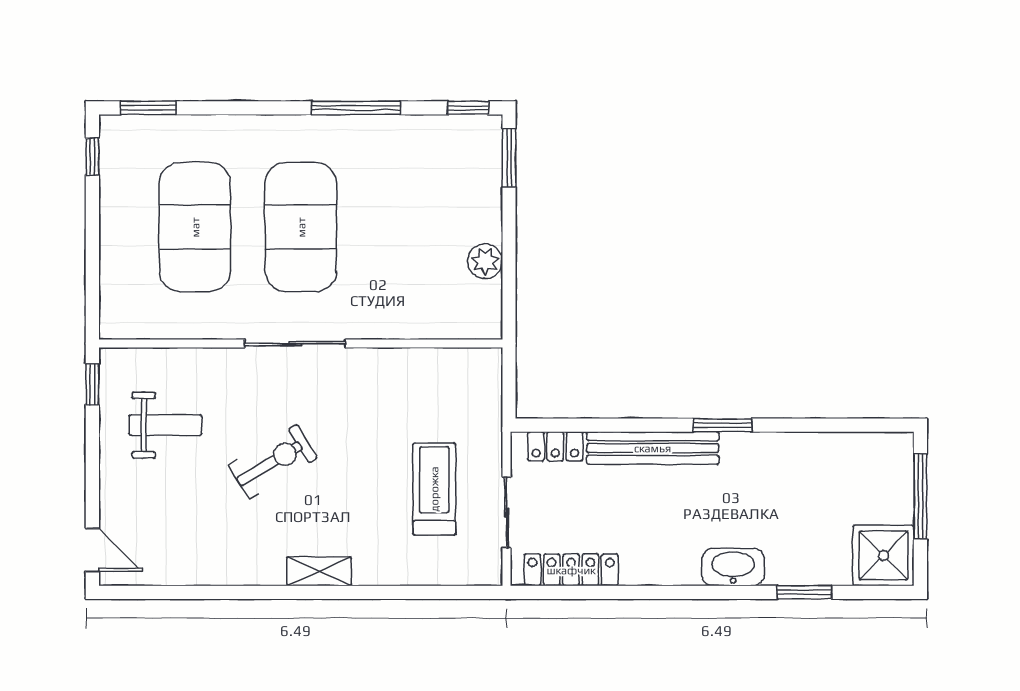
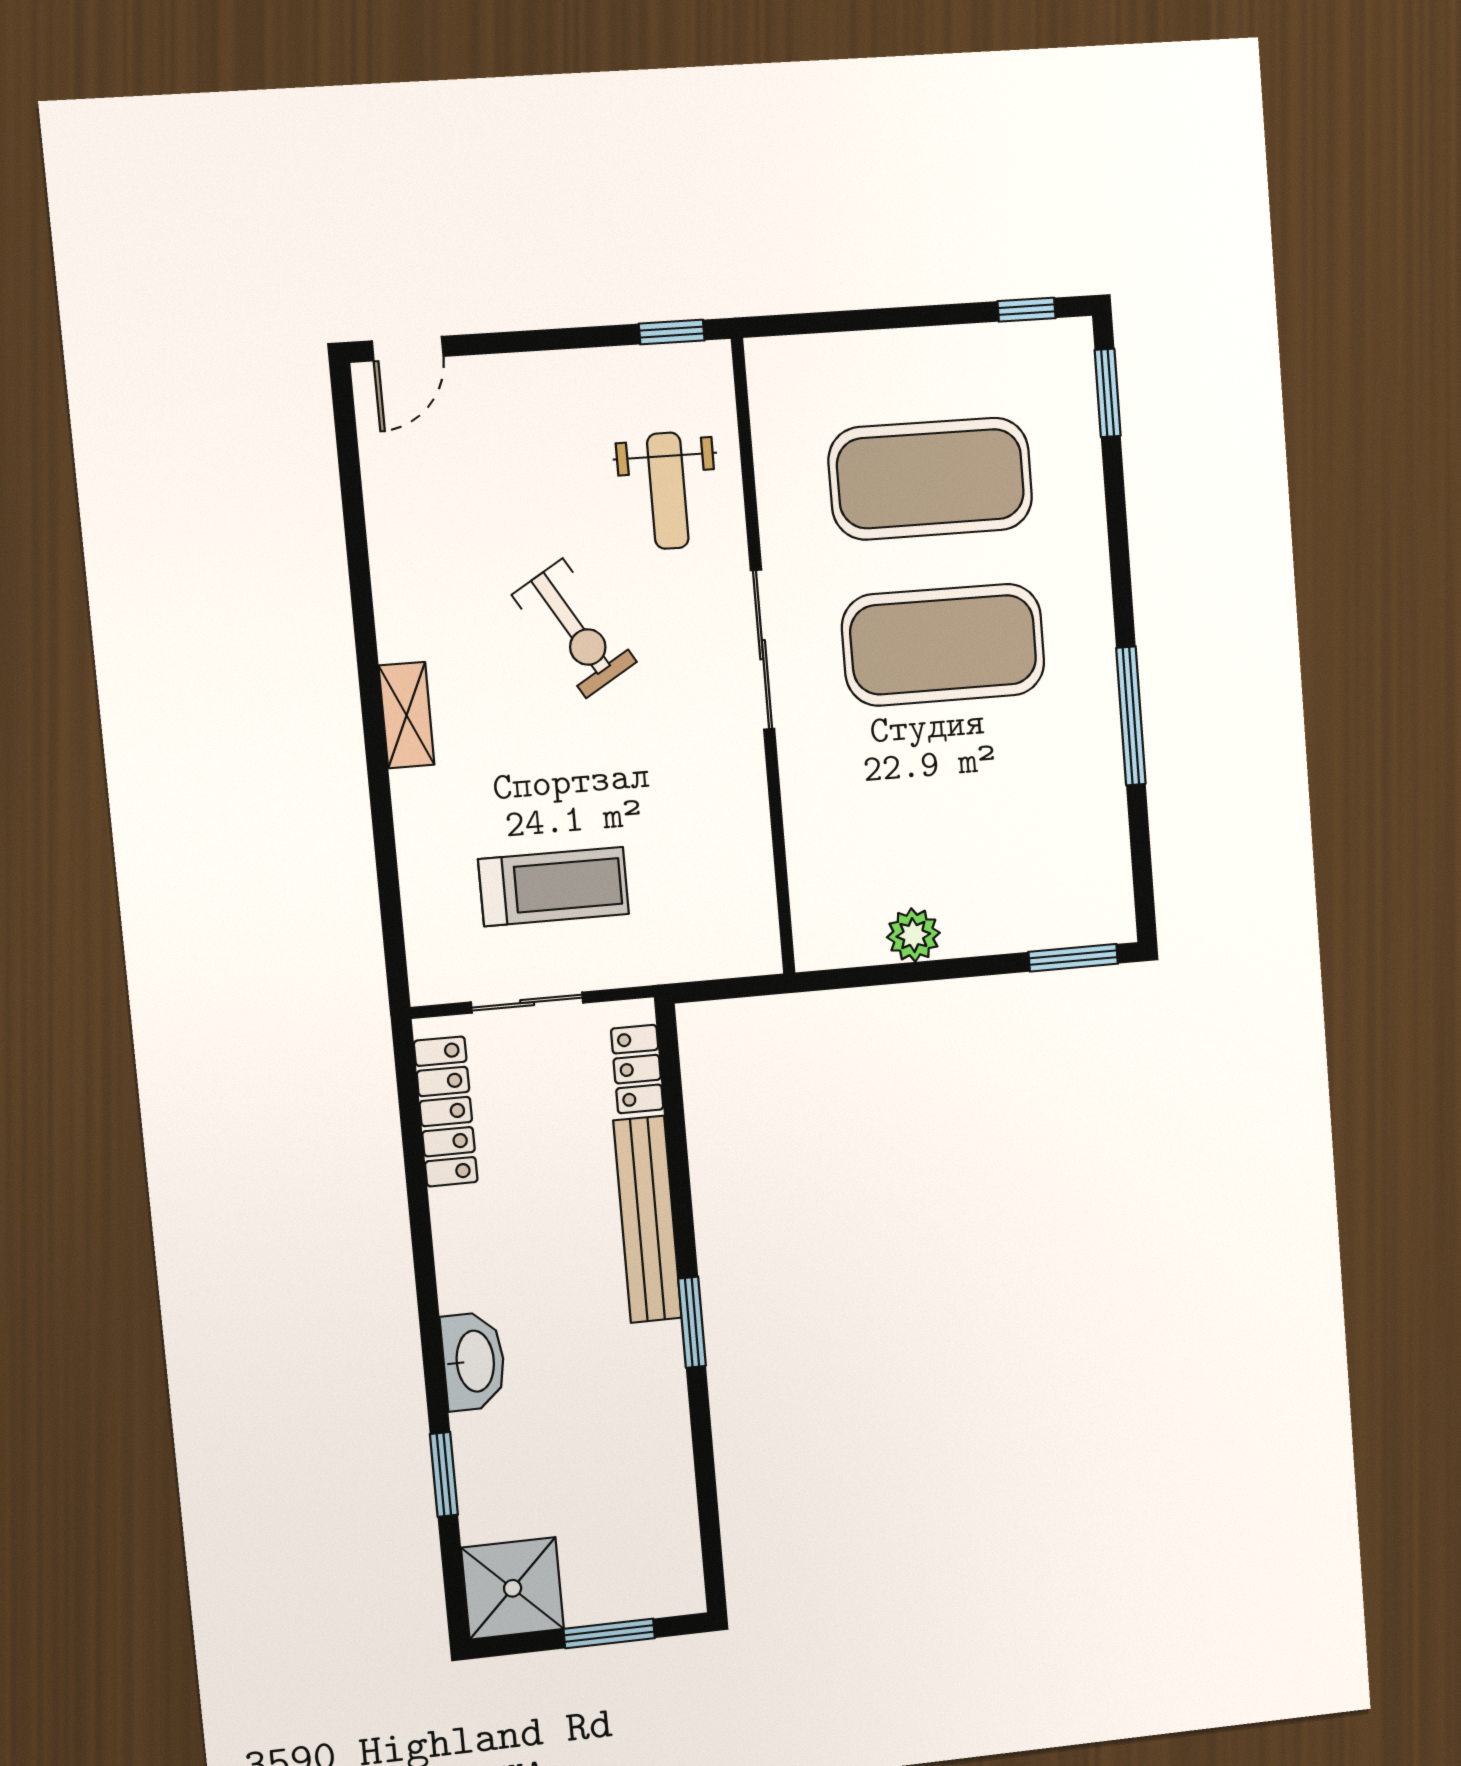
window: (468, 108) -> (1143, 888), removed
weight bench: (165, 425) -> (668, 491), moved
window: (920, 496) -> (609, 1633), width x0.69

